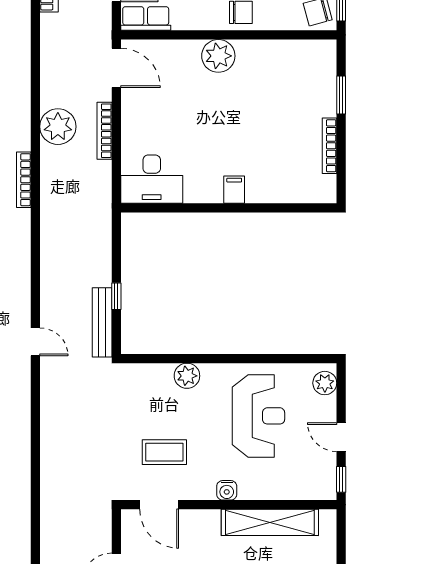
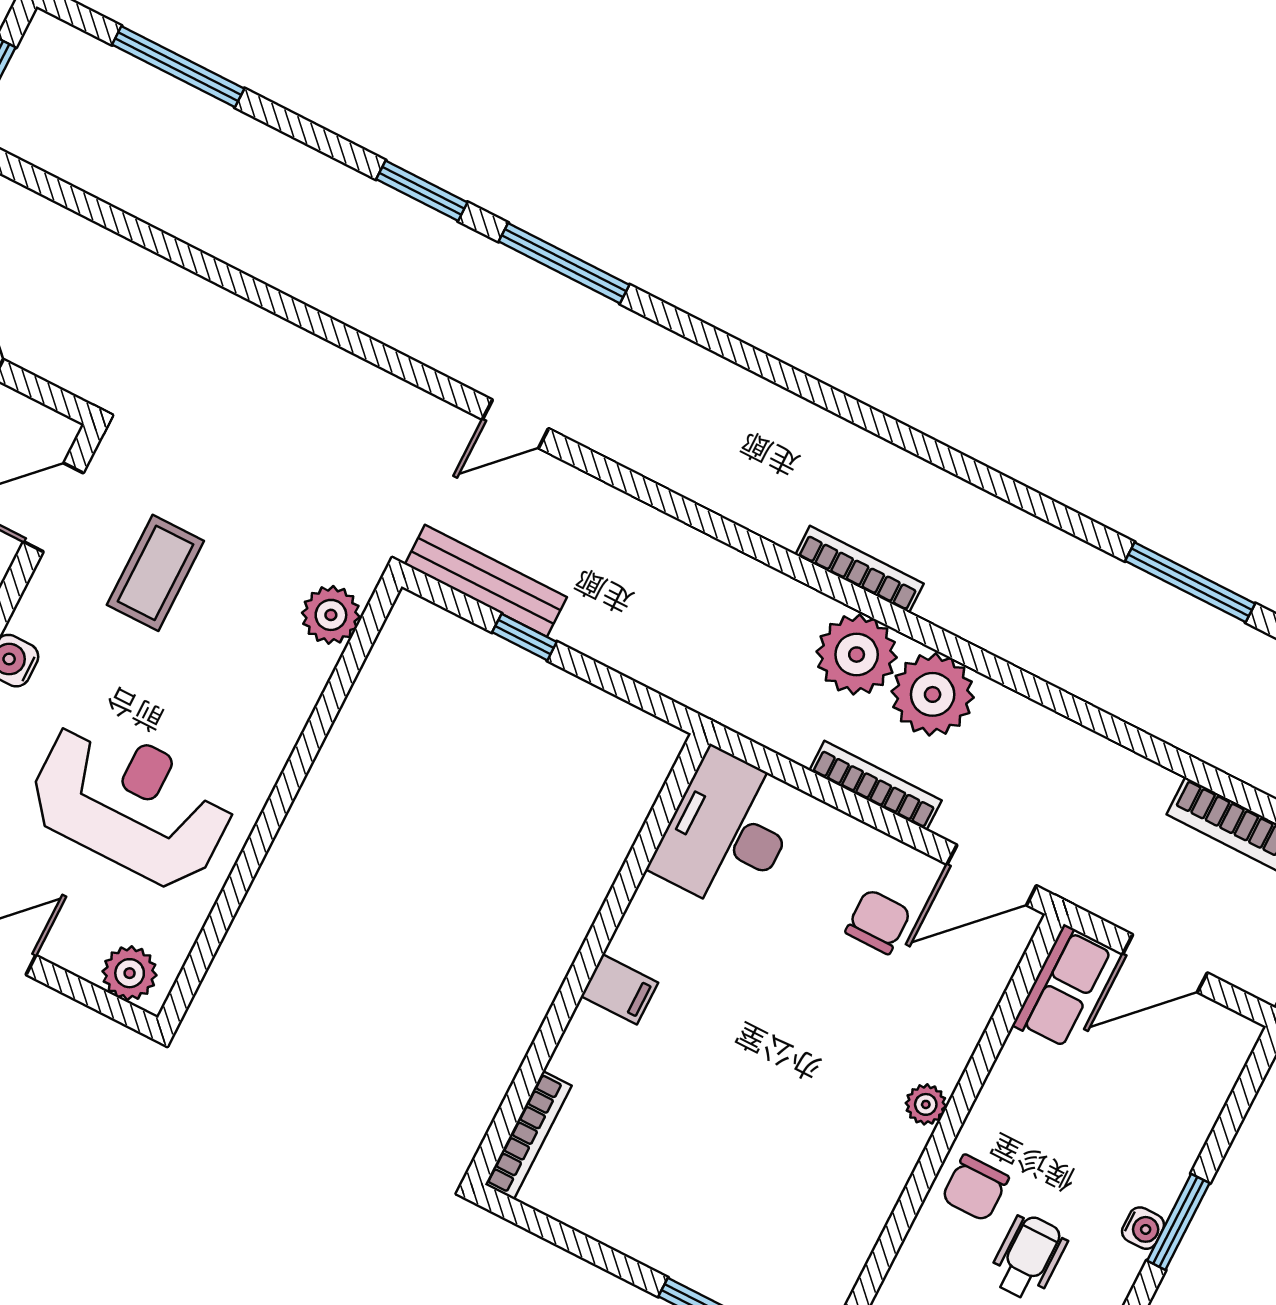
plant: (218, 56) -> (926, 1104), width x0.53, depth x0.53
chair: (157, 103) -> (878, 922), added
bookcase: (329, 146) -> (528, 1135), moved, turned 90
plant: (57, 164) -> (857, 655), added
plant: (187, 376) -> (331, 615), moved
reception desk: (258, 416) -> (131, 803), turned 180

